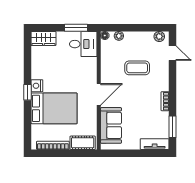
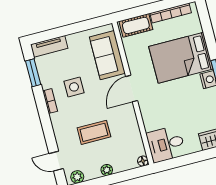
window: (76, 28) -> (180, 161), removed
plant: (119, 36) -> (107, 170), moved
side table: (143, 107) -> (74, 87), added

